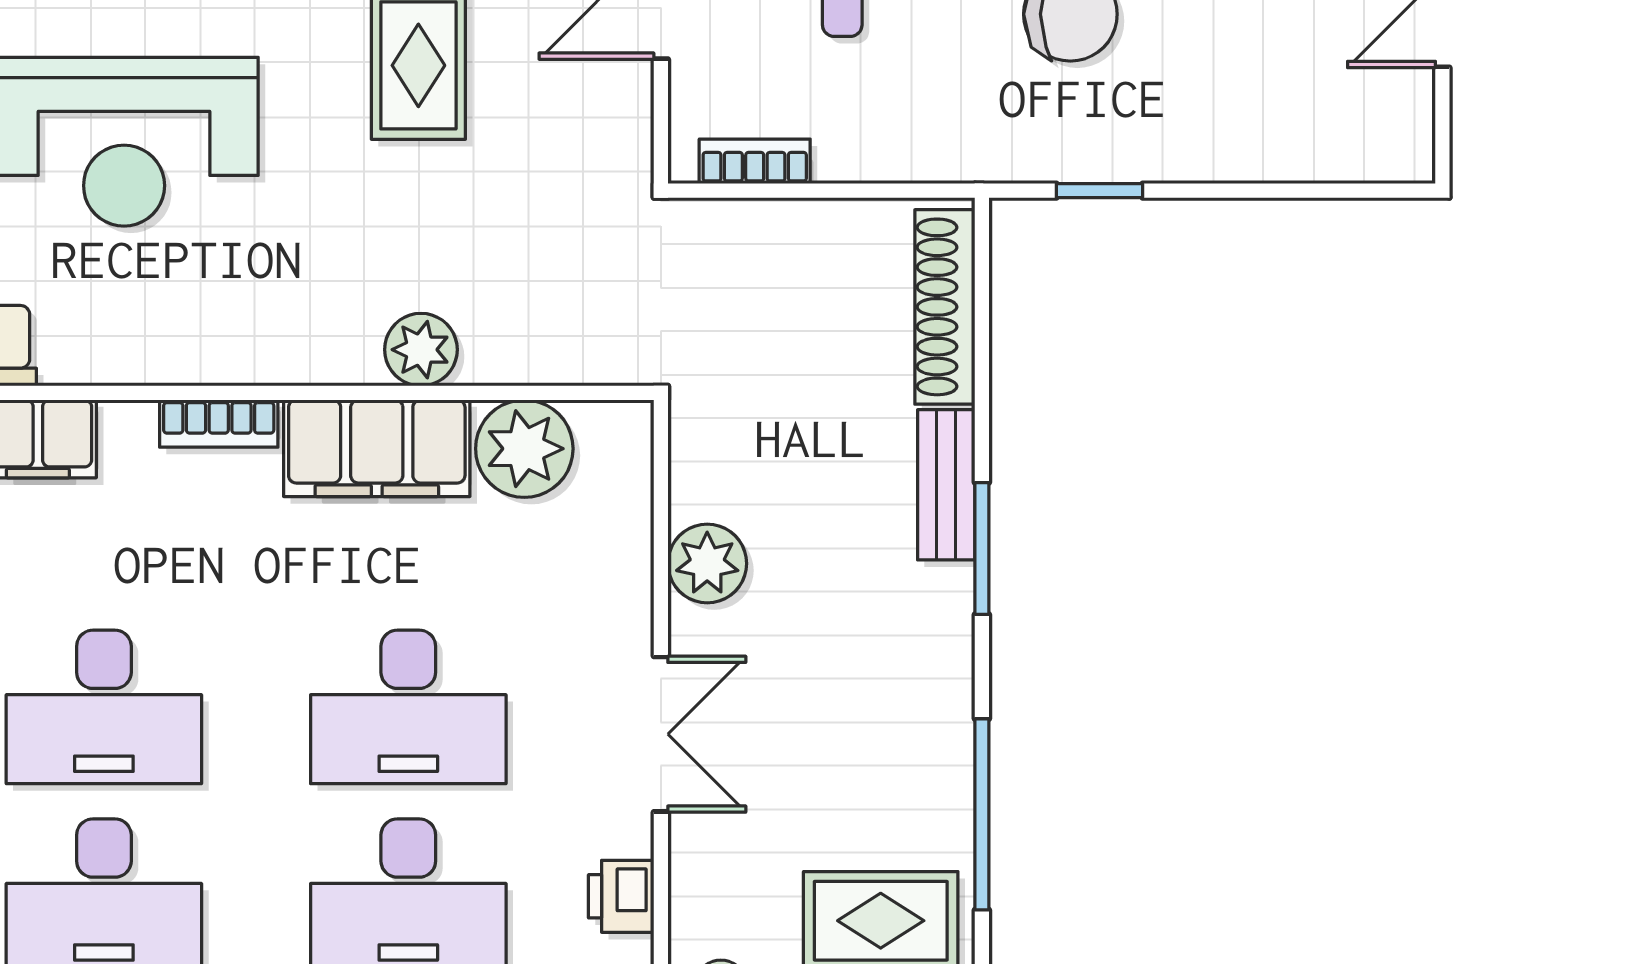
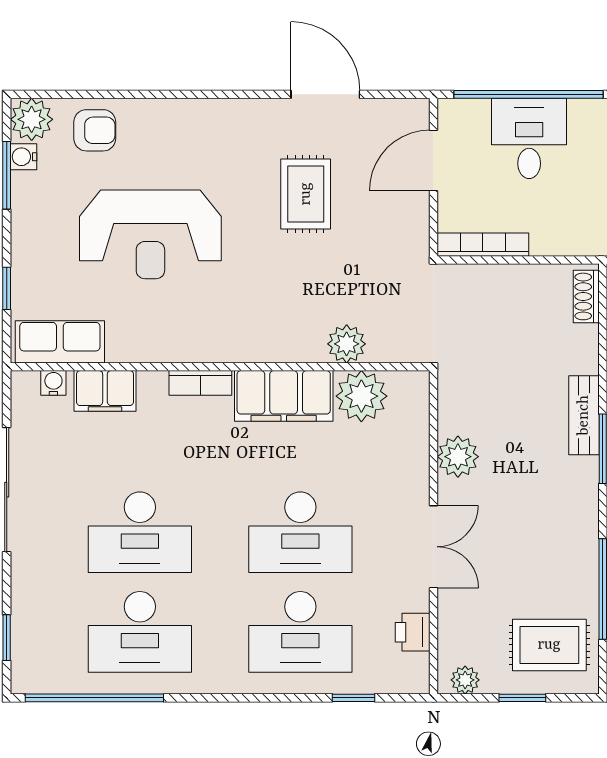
bookcase: (755, 161) -> (483, 245), width x1.56
shoe rack: (945, 307) -> (586, 296), width x0.51, depth x0.81
plant: (421, 350) -> (347, 344), moved

